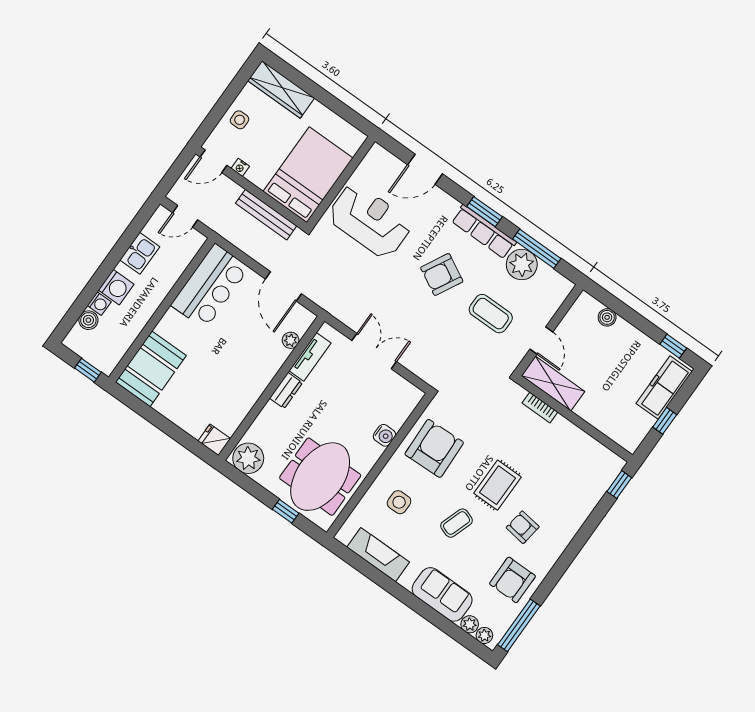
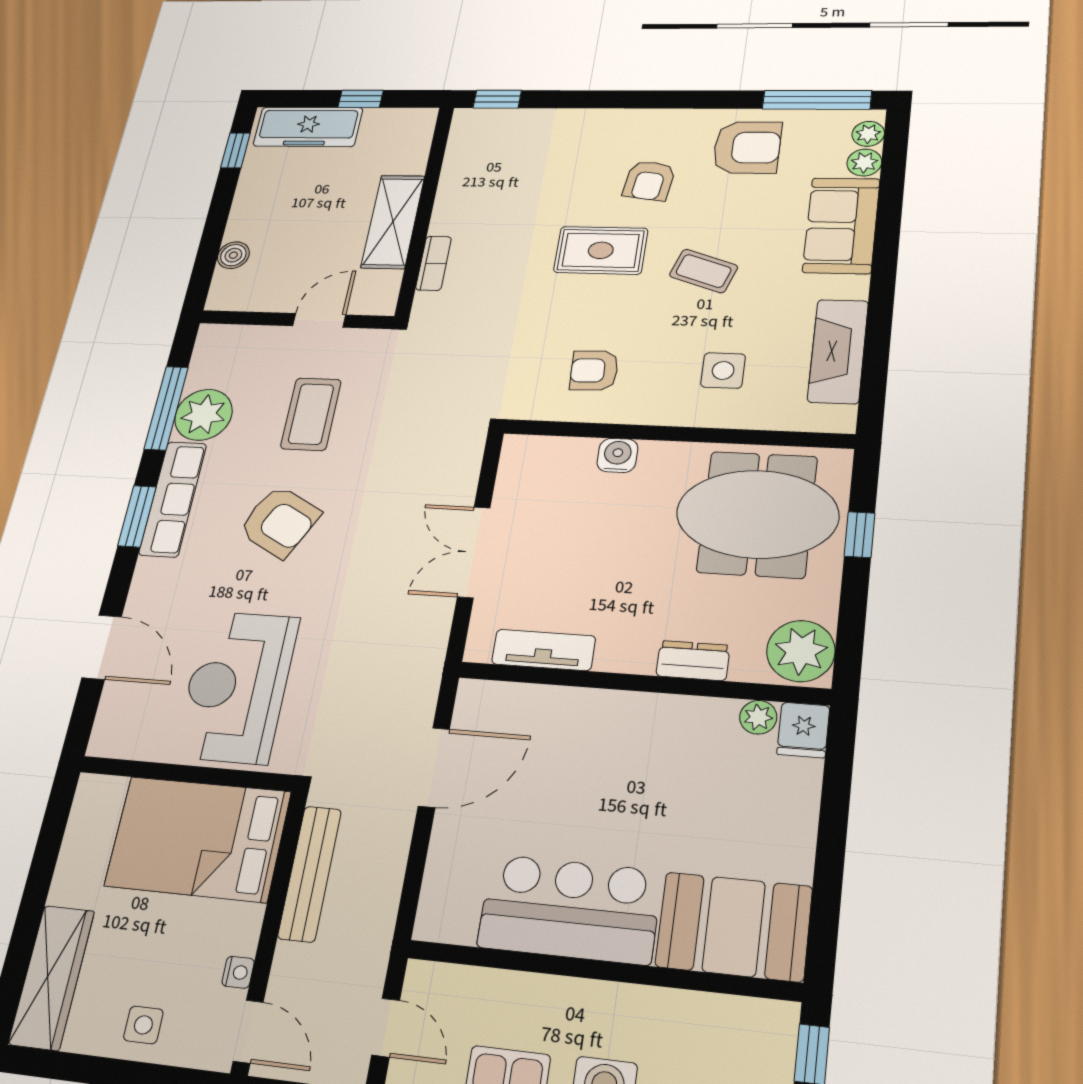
bar counter: (210, 286) -> (570, 909), moved
plant: (291, 340) -> (758, 717), moved
shelving: (553, 384) -> (393, 222), moved
dresser: (286, 391) -> (693, 661), moved
armchair: (434, 448) -> (594, 370), width x0.53, depth x0.53

